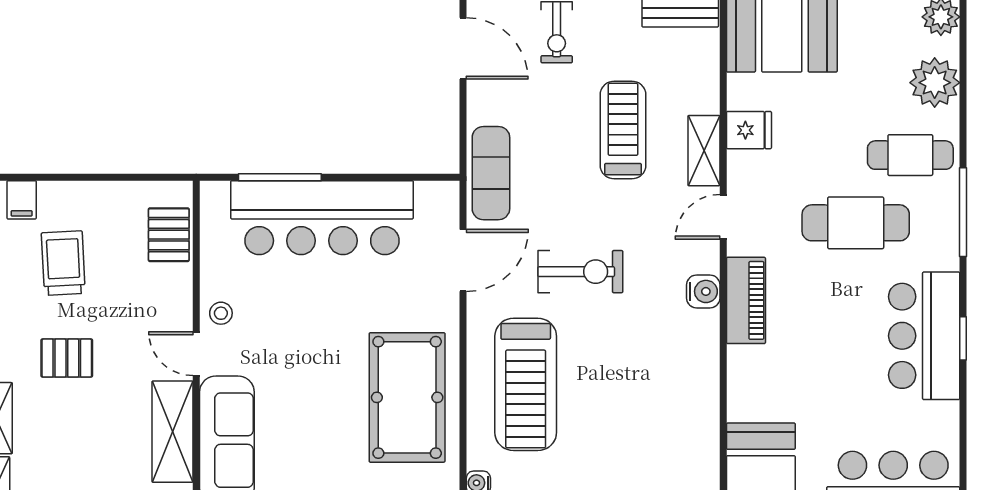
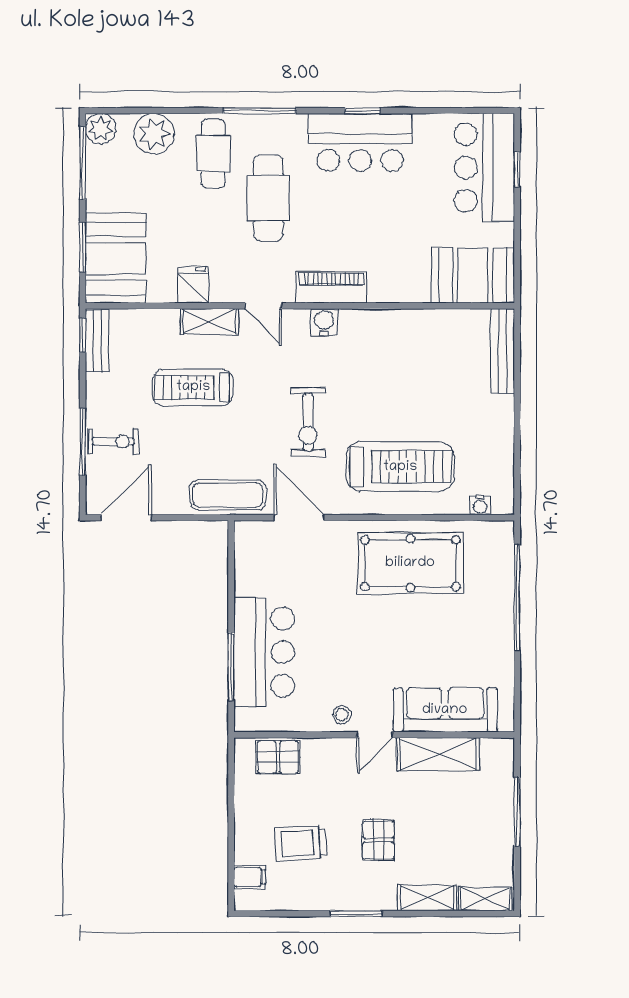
bar counter: (322, 218) -> (264, 652), width x0.73
exercise bike: (580, 272) -> (308, 422), turned 180

